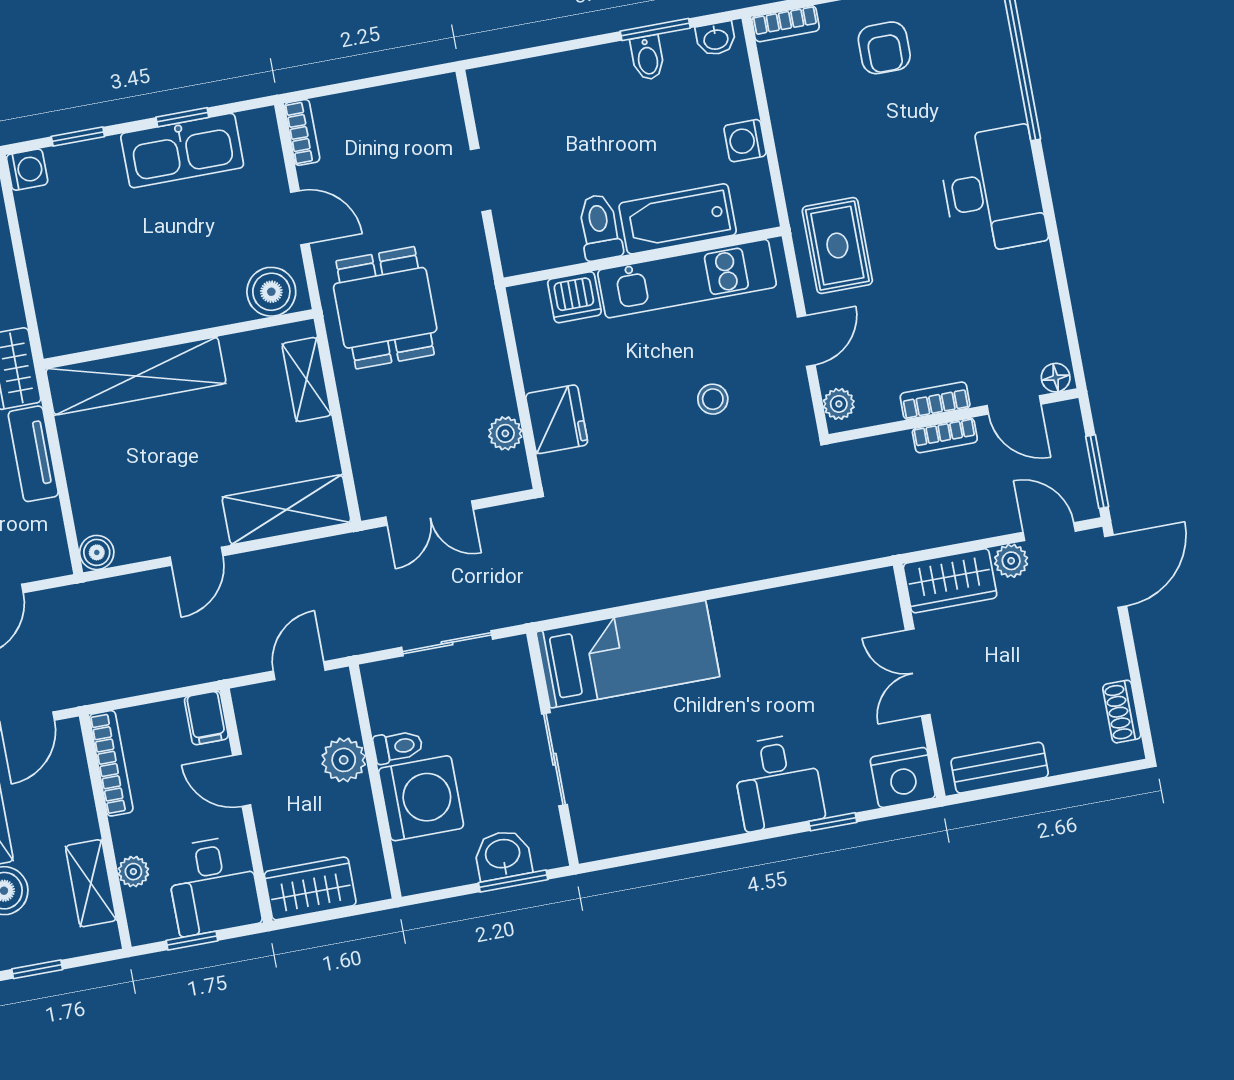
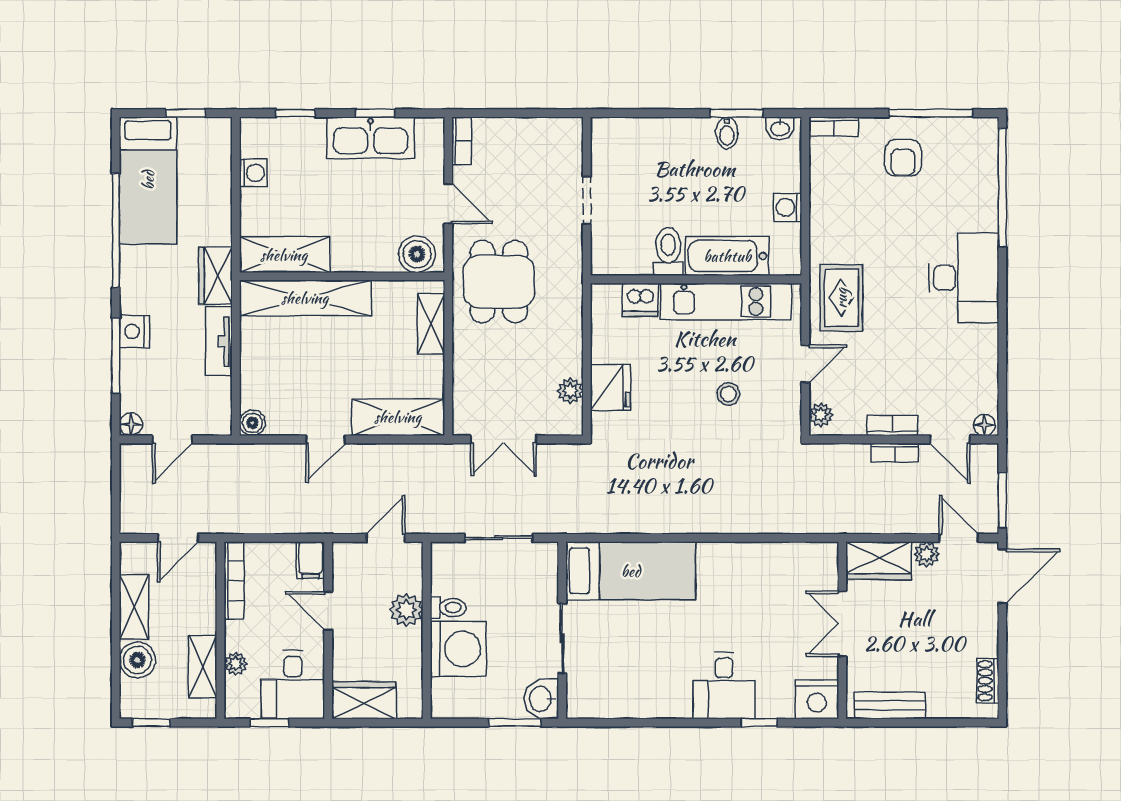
washing machine: (27, 170) -> (253, 173), moved
shelving: (98, 324) -> (284, 255), added
washbasin: (503, 855) -> (541, 699), moved, turned -90

